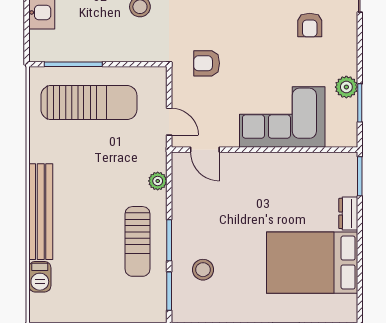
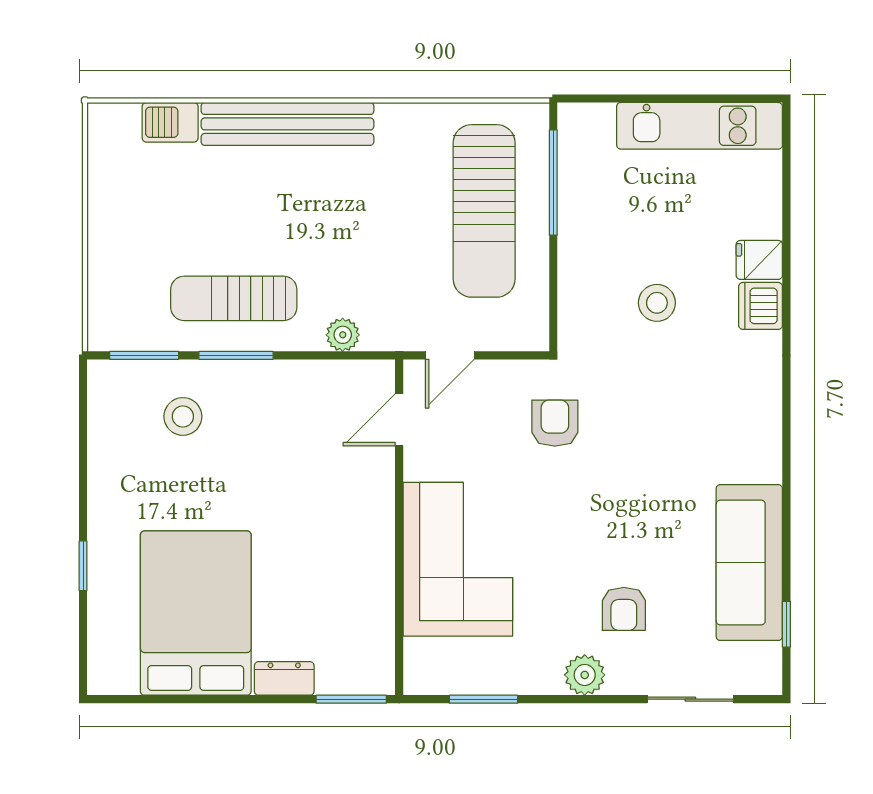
armchair: (310, 25) -> (624, 609), turned -90
plant: (346, 87) -> (585, 675), moved

